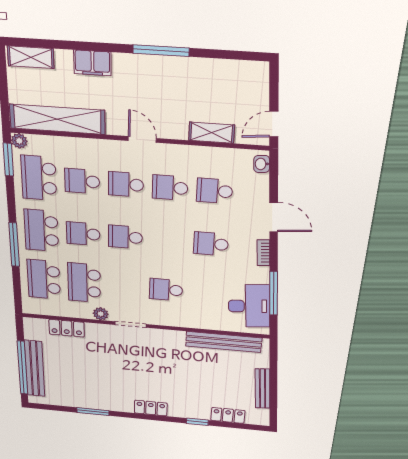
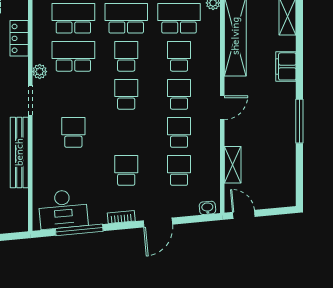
bench: (224, 342) -> (19, 152), moved

